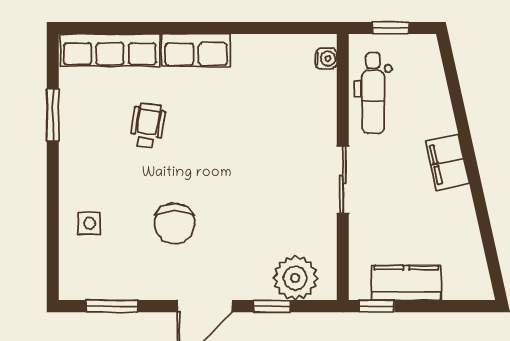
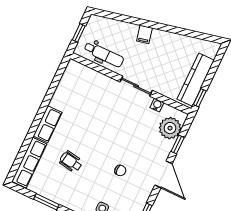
water cooler: (326, 59) -> (157, 105), moved
filing cabinet: (447, 162) -> (144, 34), width x0.50
chair: (174, 224) -> (120, 170), width x0.54, depth x0.54
kitchen counter: (406, 283) -> (196, 80), width x1.50

